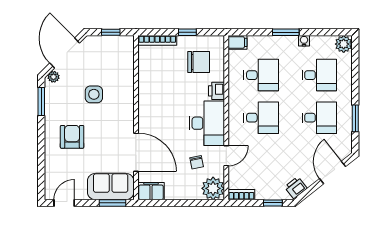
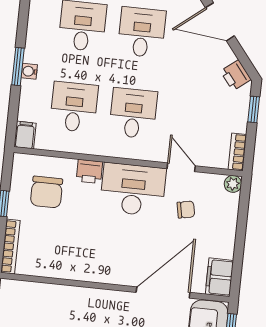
water cooler: (304, 41) -> (29, 71), moved
chair: (199, 62) -> (47, 192), turned 180
plant: (213, 188) -> (233, 184), width x0.53, depth x0.53

